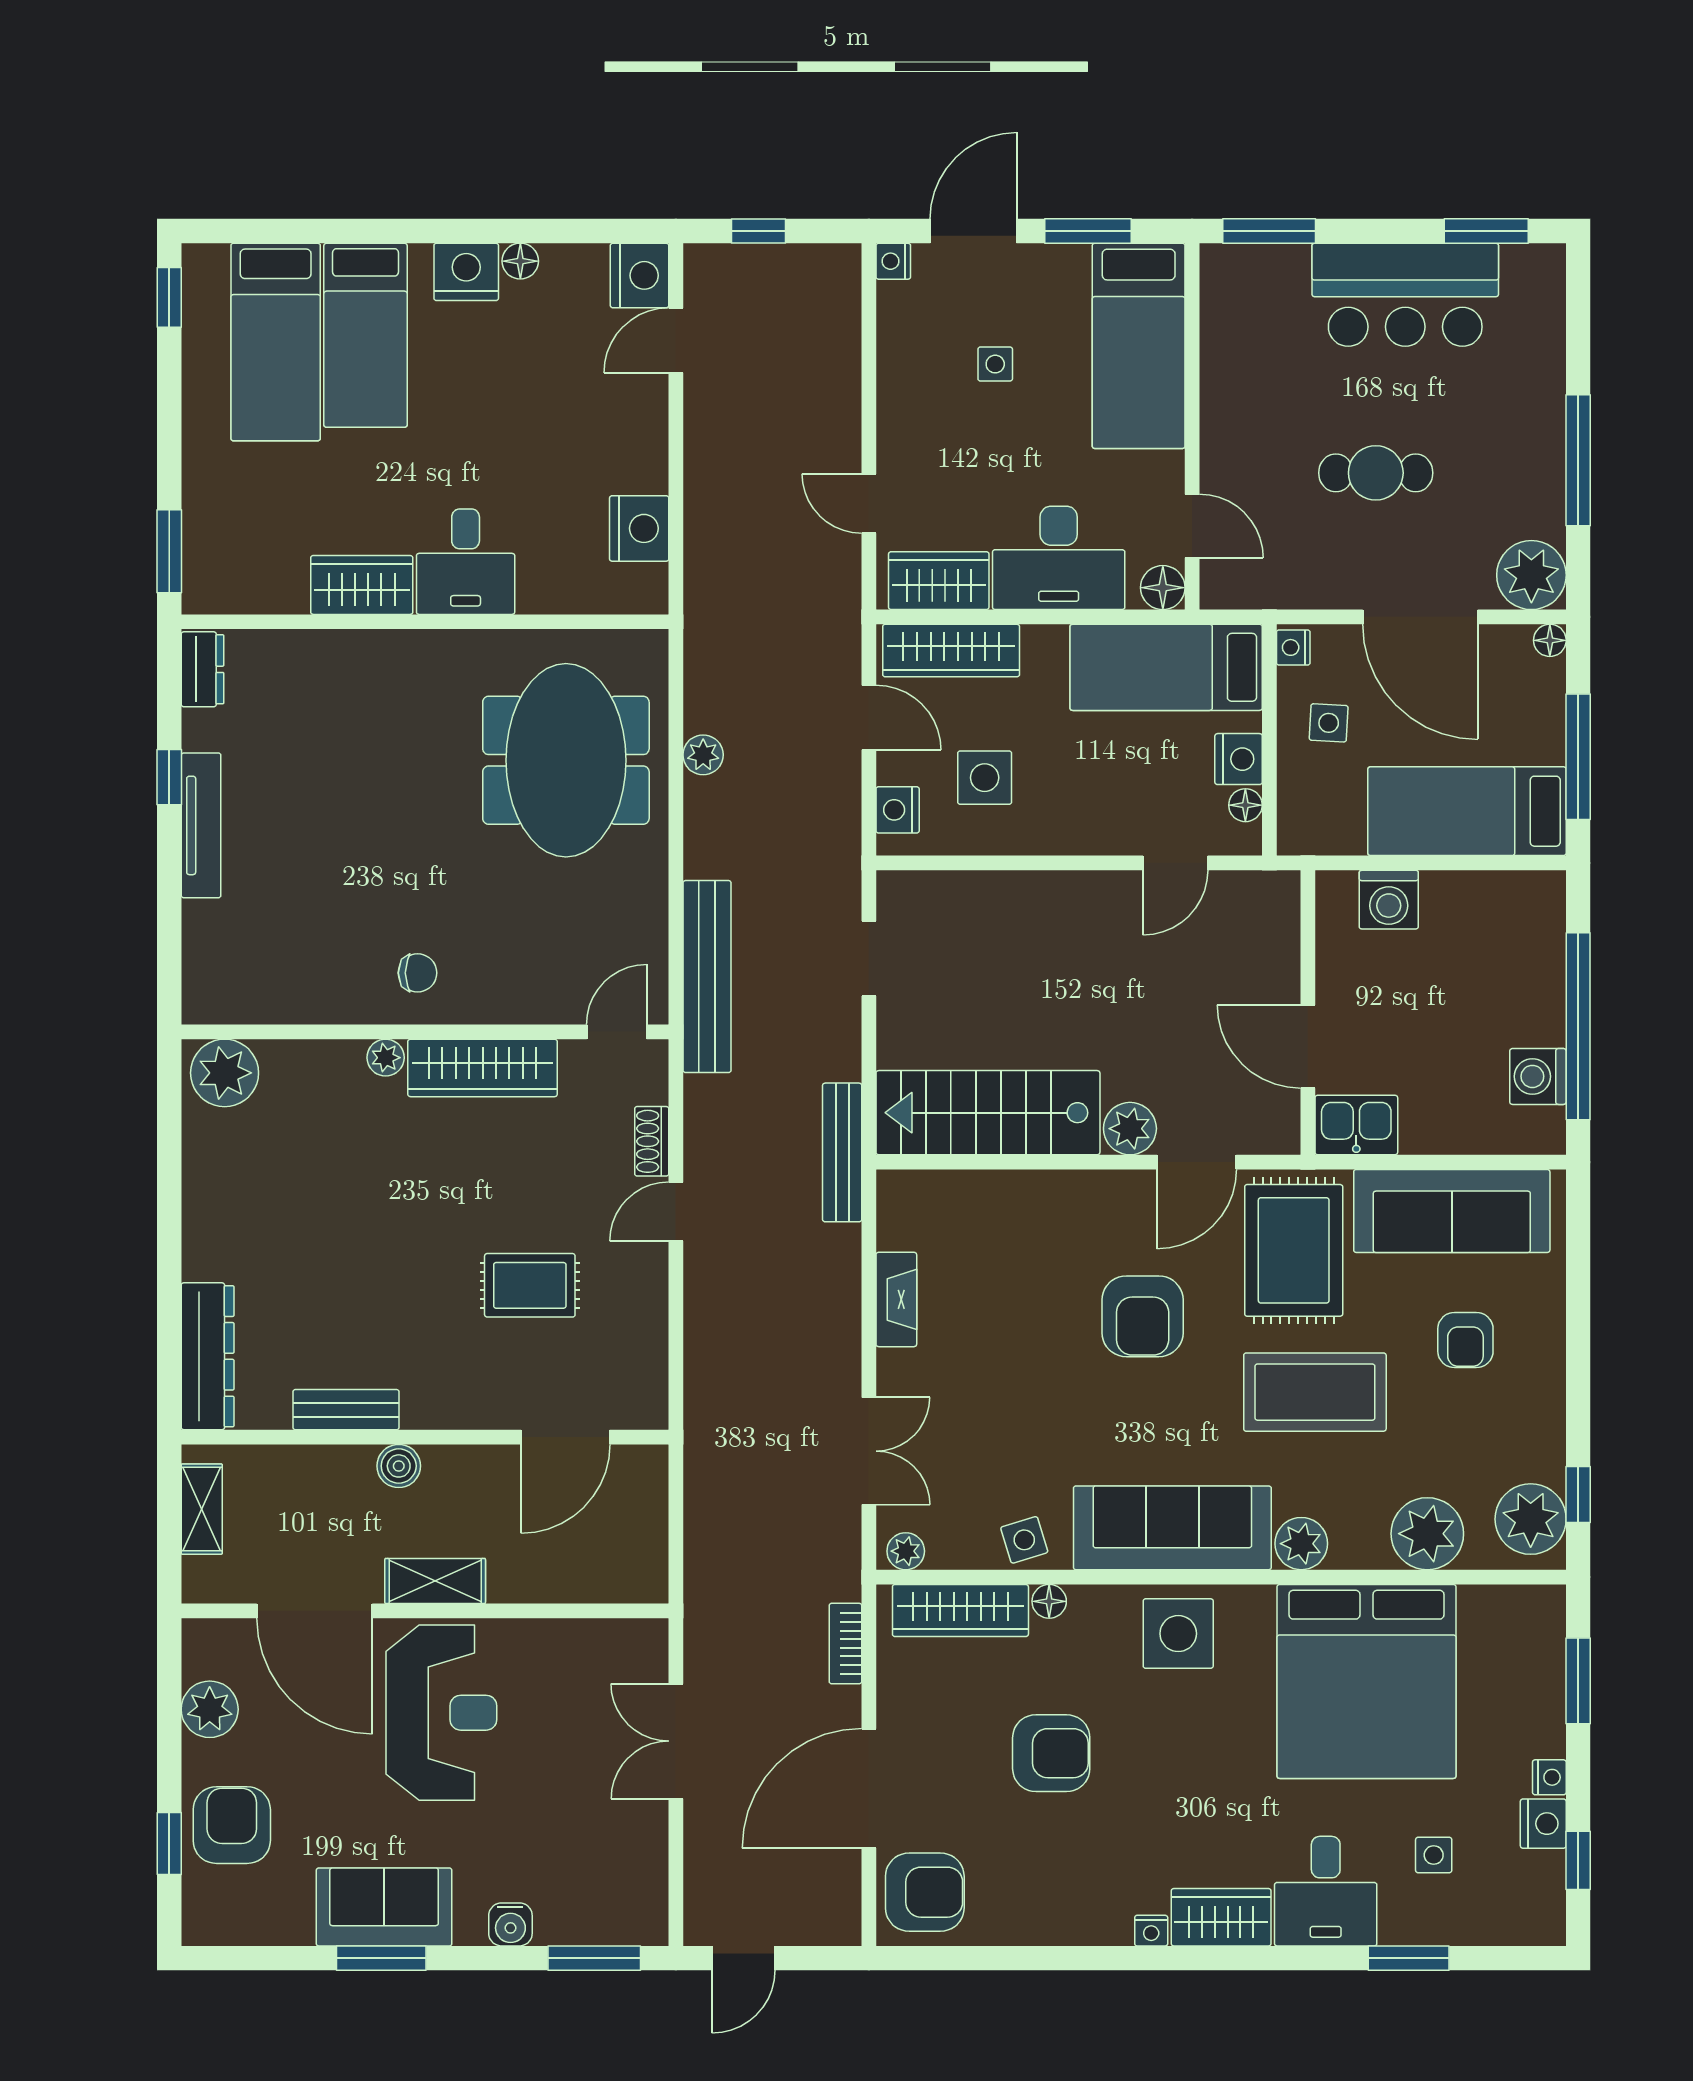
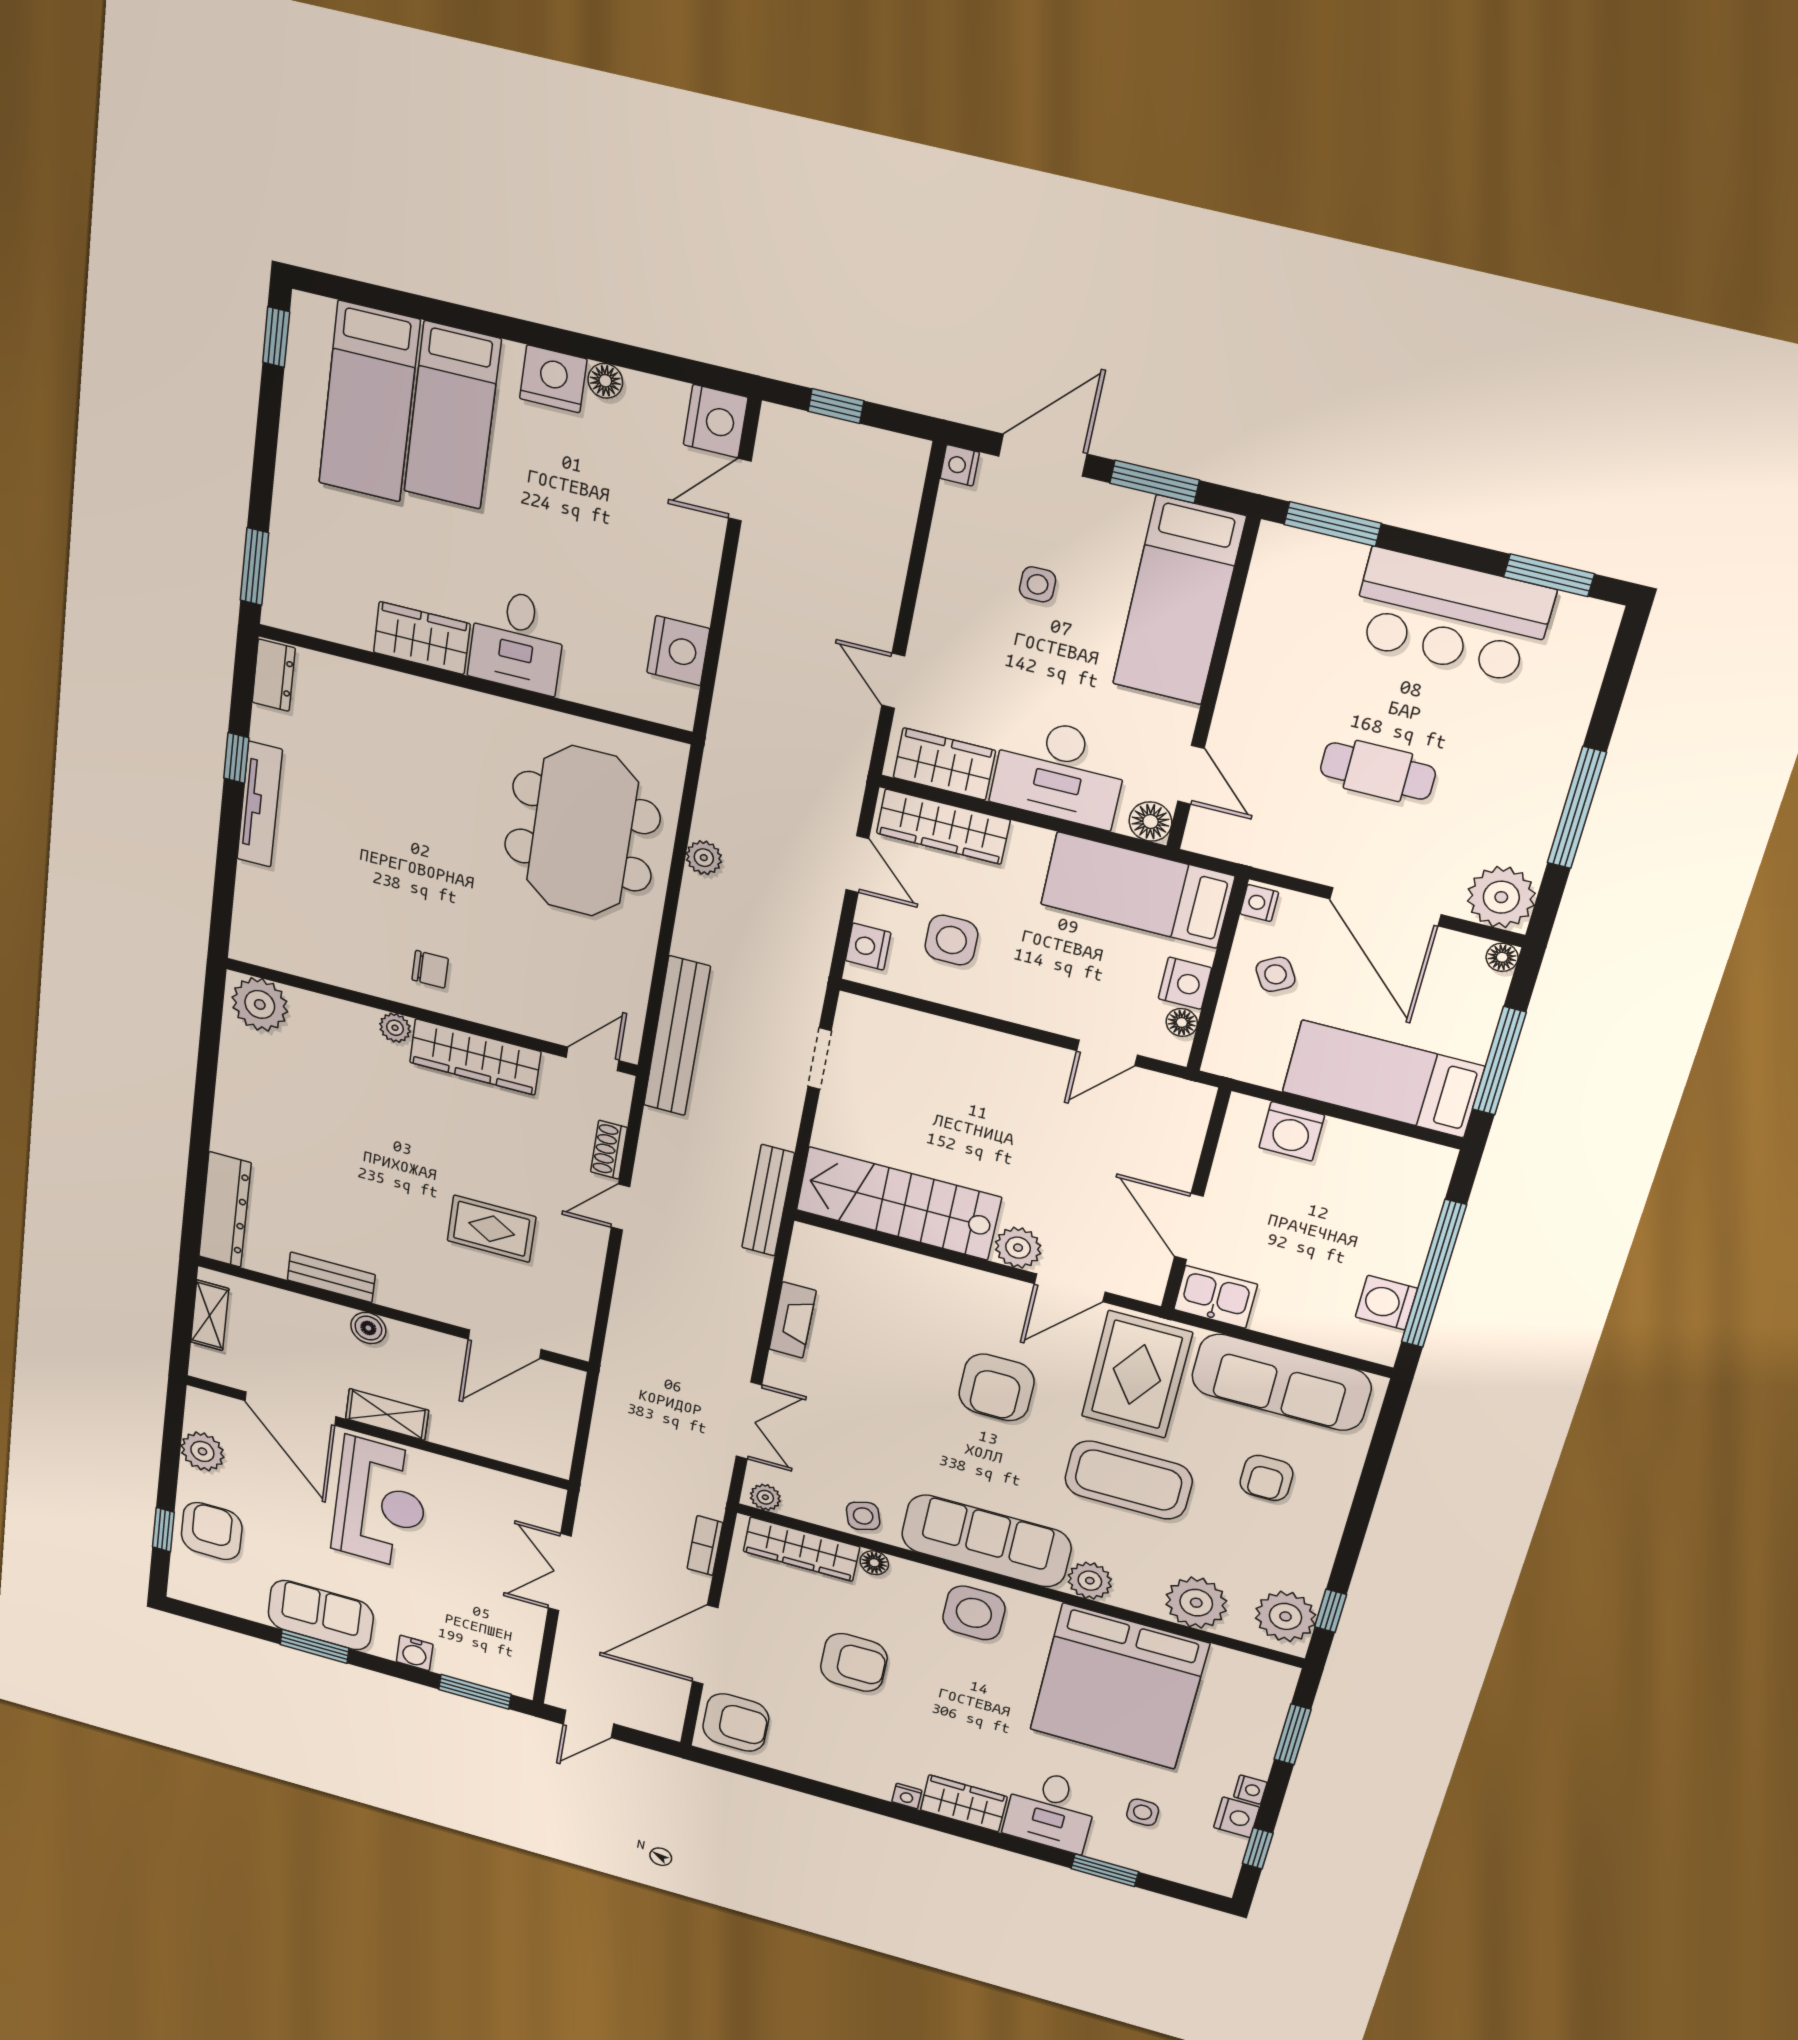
side table: (1329, 723) -> (1276, 974), turned -33

